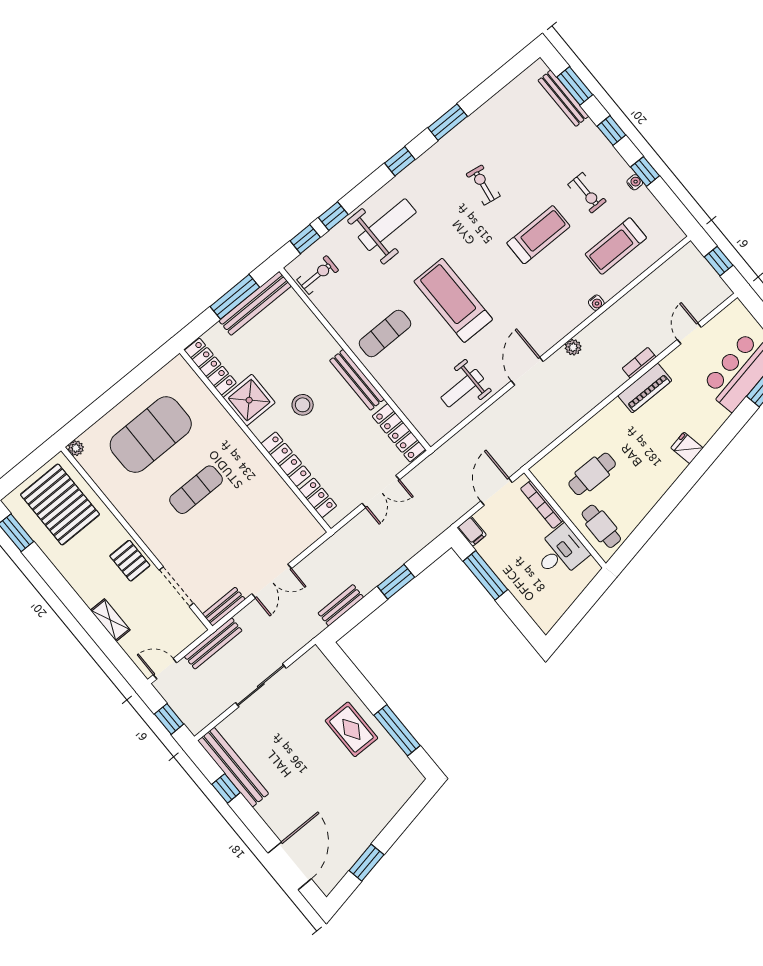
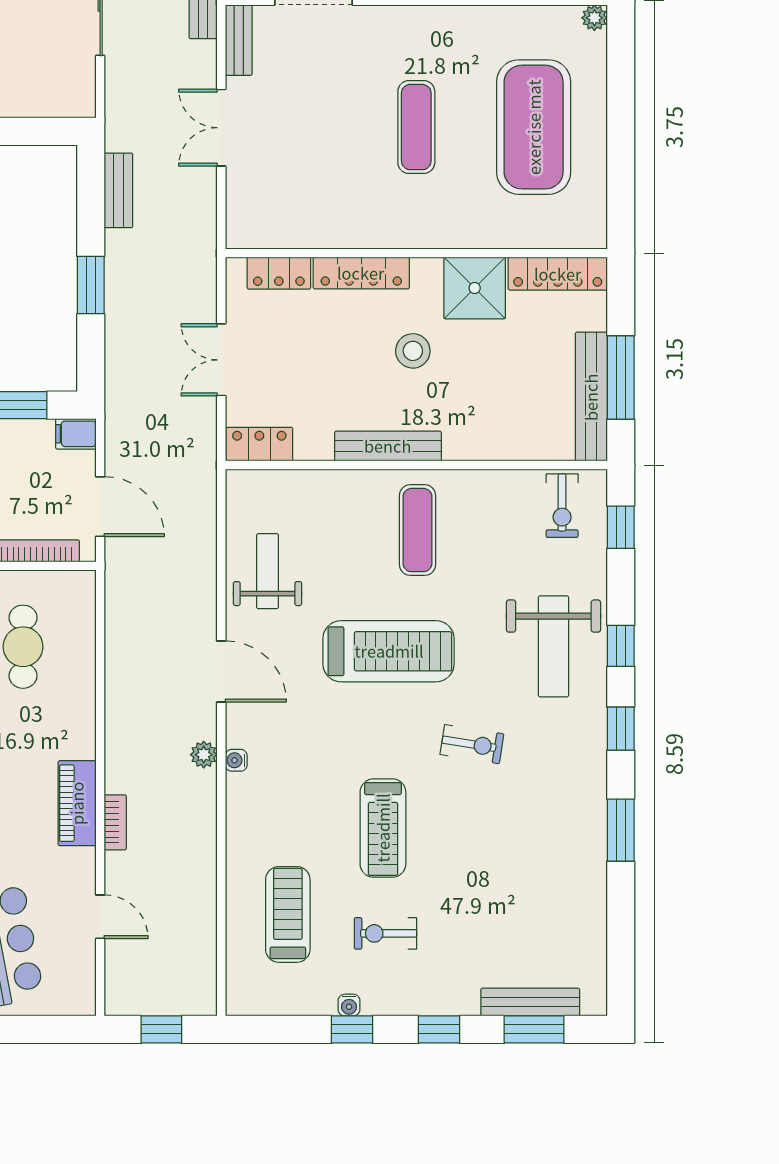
exercise bike: (483, 185) -> (472, 744), moved
window: (333, 216) -> (621, 646), moved
water cooler: (596, 303) -> (236, 760), moved
locker: (399, 433) -> (259, 444), width x0.66

